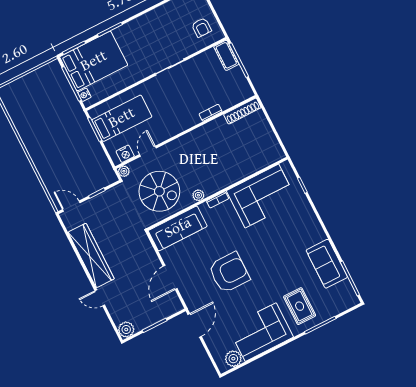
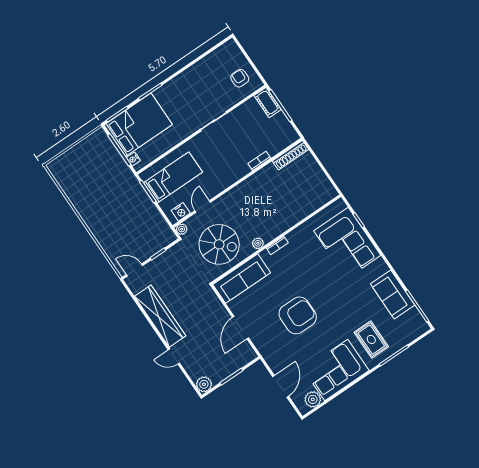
armchair: (201, 27) -> (240, 78), turned 180
corner sofa: (262, 196) -> (347, 243), moved, turned 90
door: (195, 325) -> (281, 386), moved

